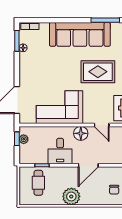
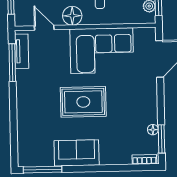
sofa: (80, 34) -> (77, 153), width x0.54, depth x0.79
rug: (98, 72) -> (83, 102), moved

